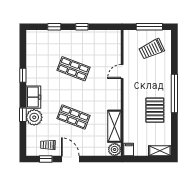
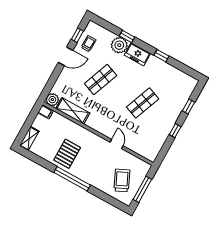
pallet: (155, 110) -> (67, 154), turned 90

